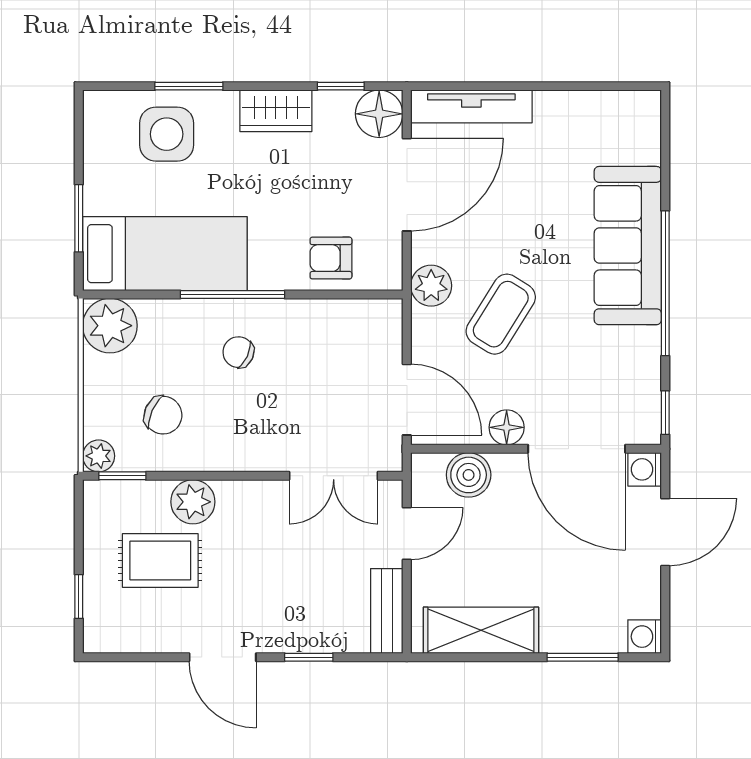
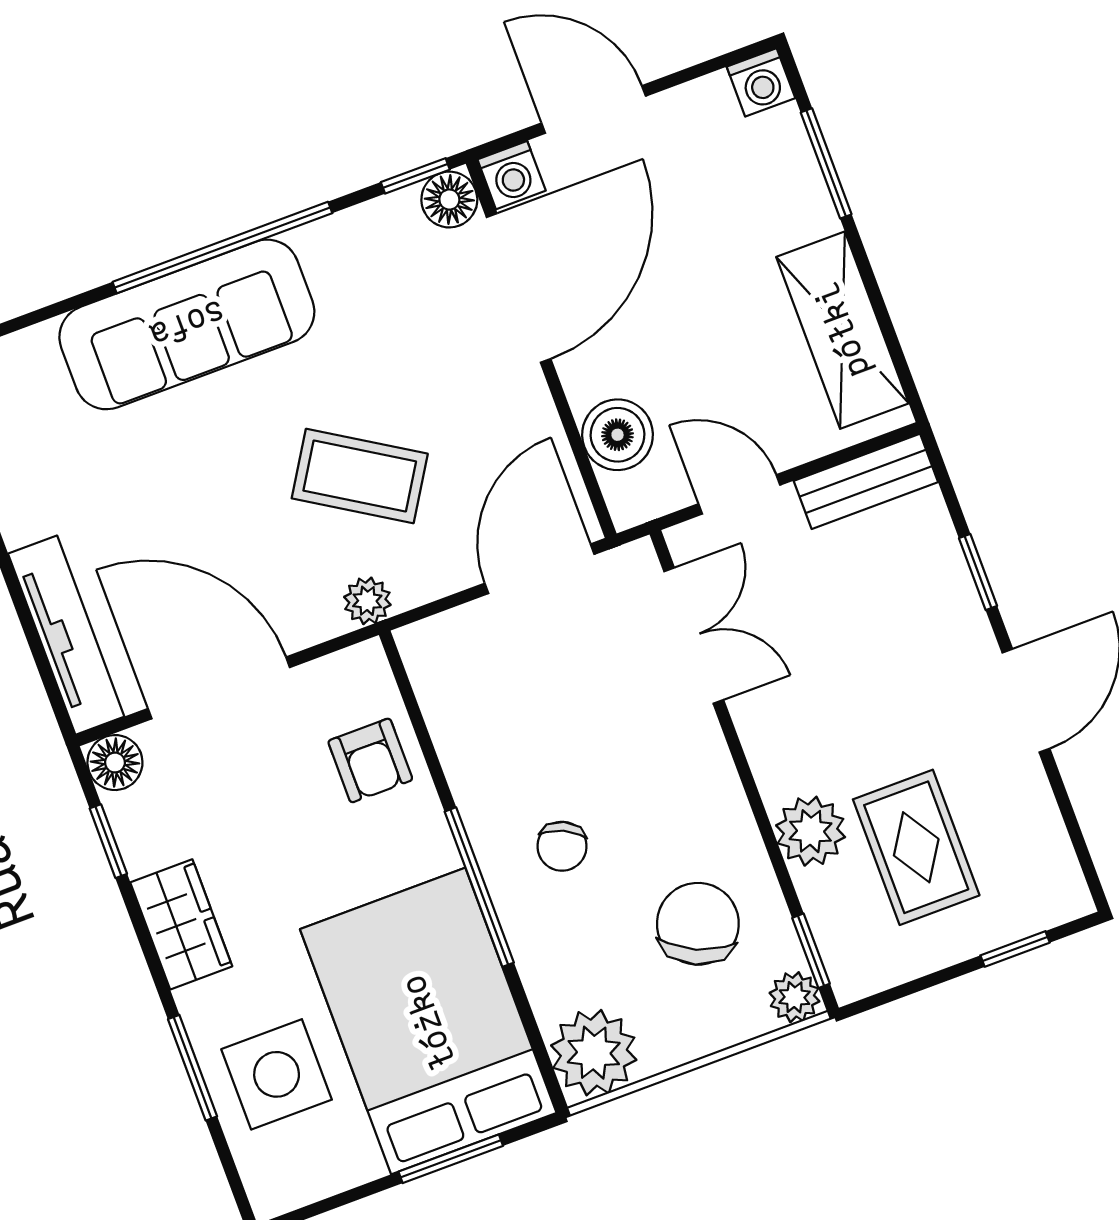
floor lamp: (379, 114) -> (115, 763), width x0.73, depth x0.73
bed: (165, 254) -> (428, 1021), width x1.50
plant: (431, 286) -> (367, 601), width x0.73, depth x0.73
chair: (163, 415) -> (698, 924), width x1.37, depth x1.37
floor lamp: (507, 427) -> (449, 200), moved

